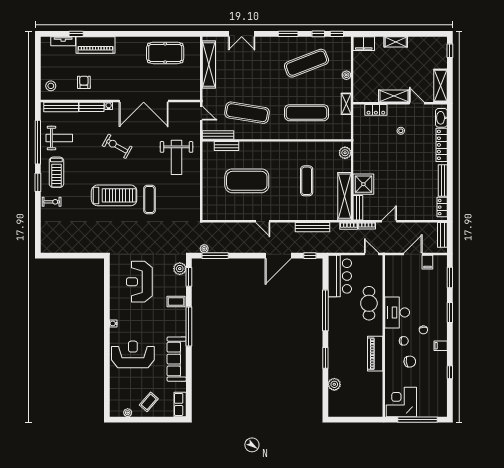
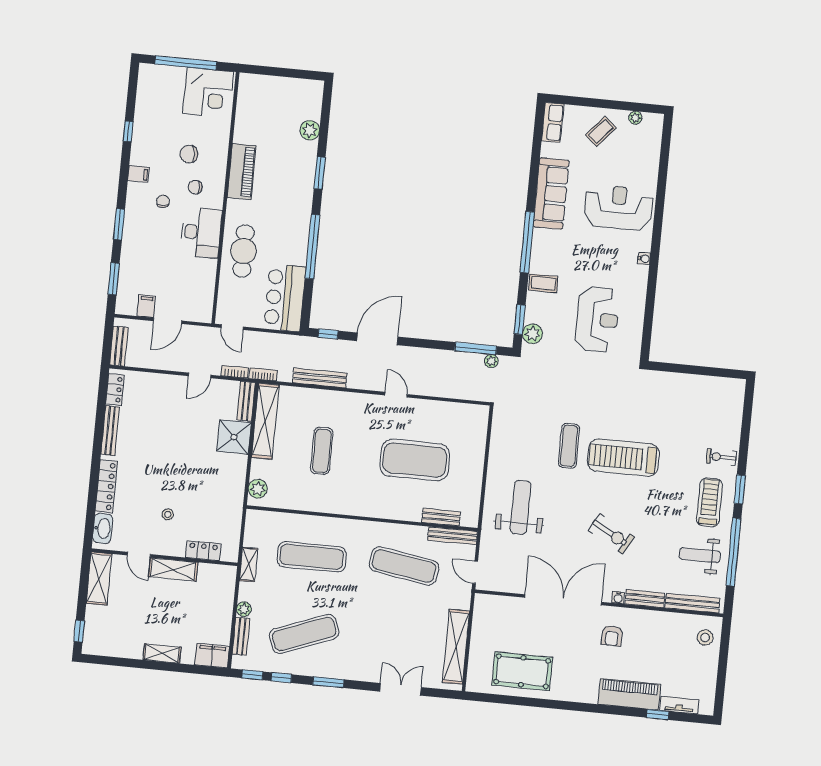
bench: (347, 58) -> (241, 636), added
armchair: (84, 82) -> (612, 636), moved
reception desk: (133, 354) -> (618, 208), turned 180

